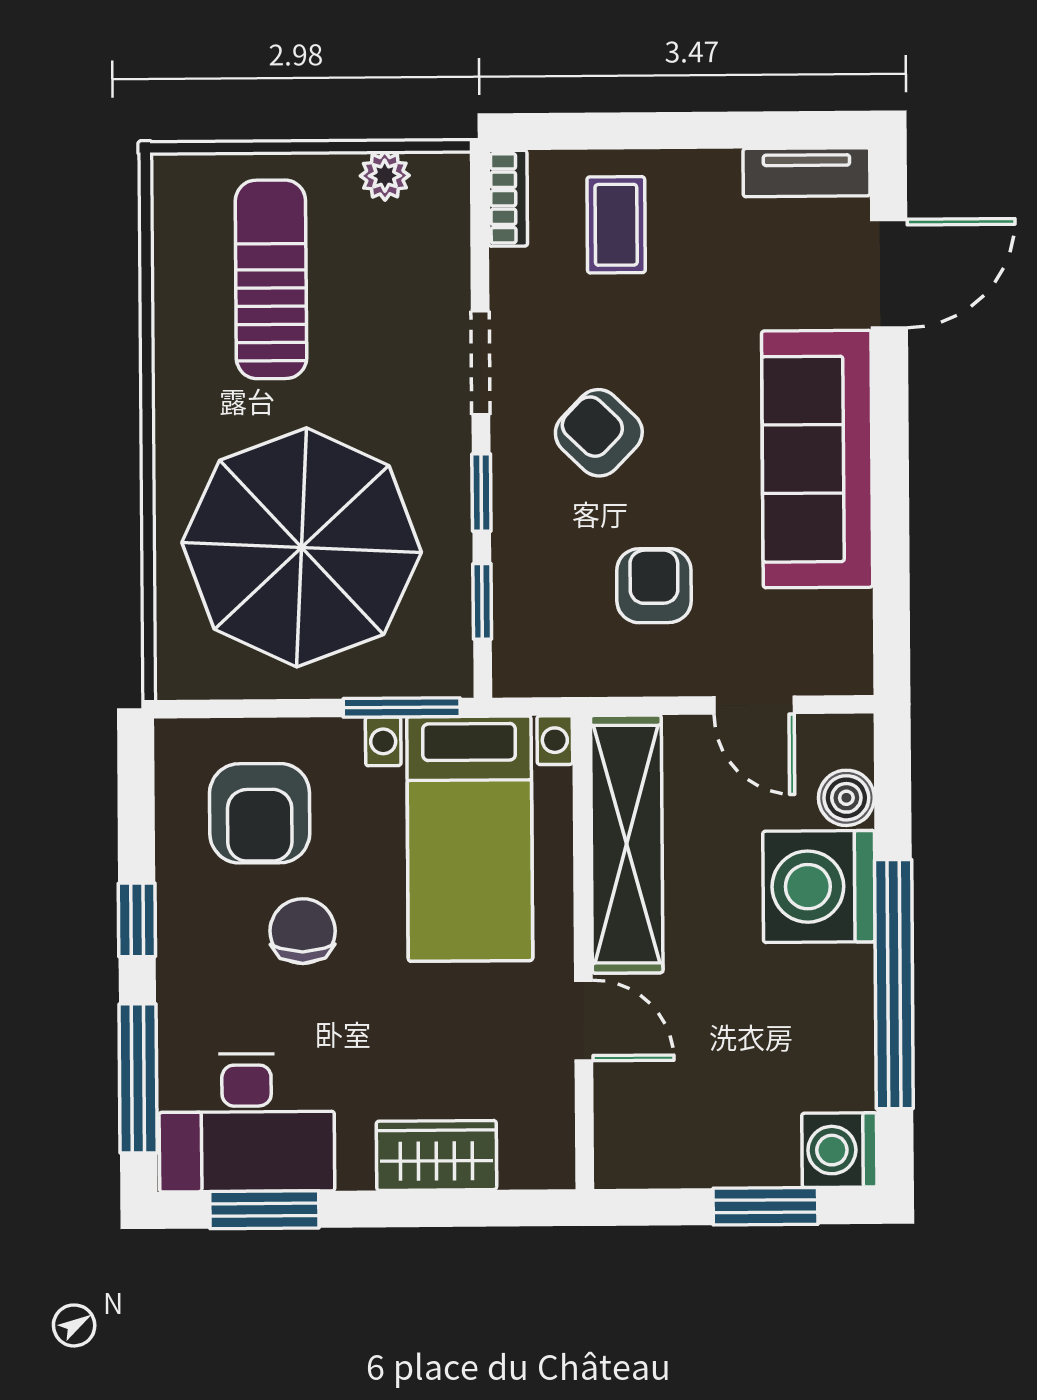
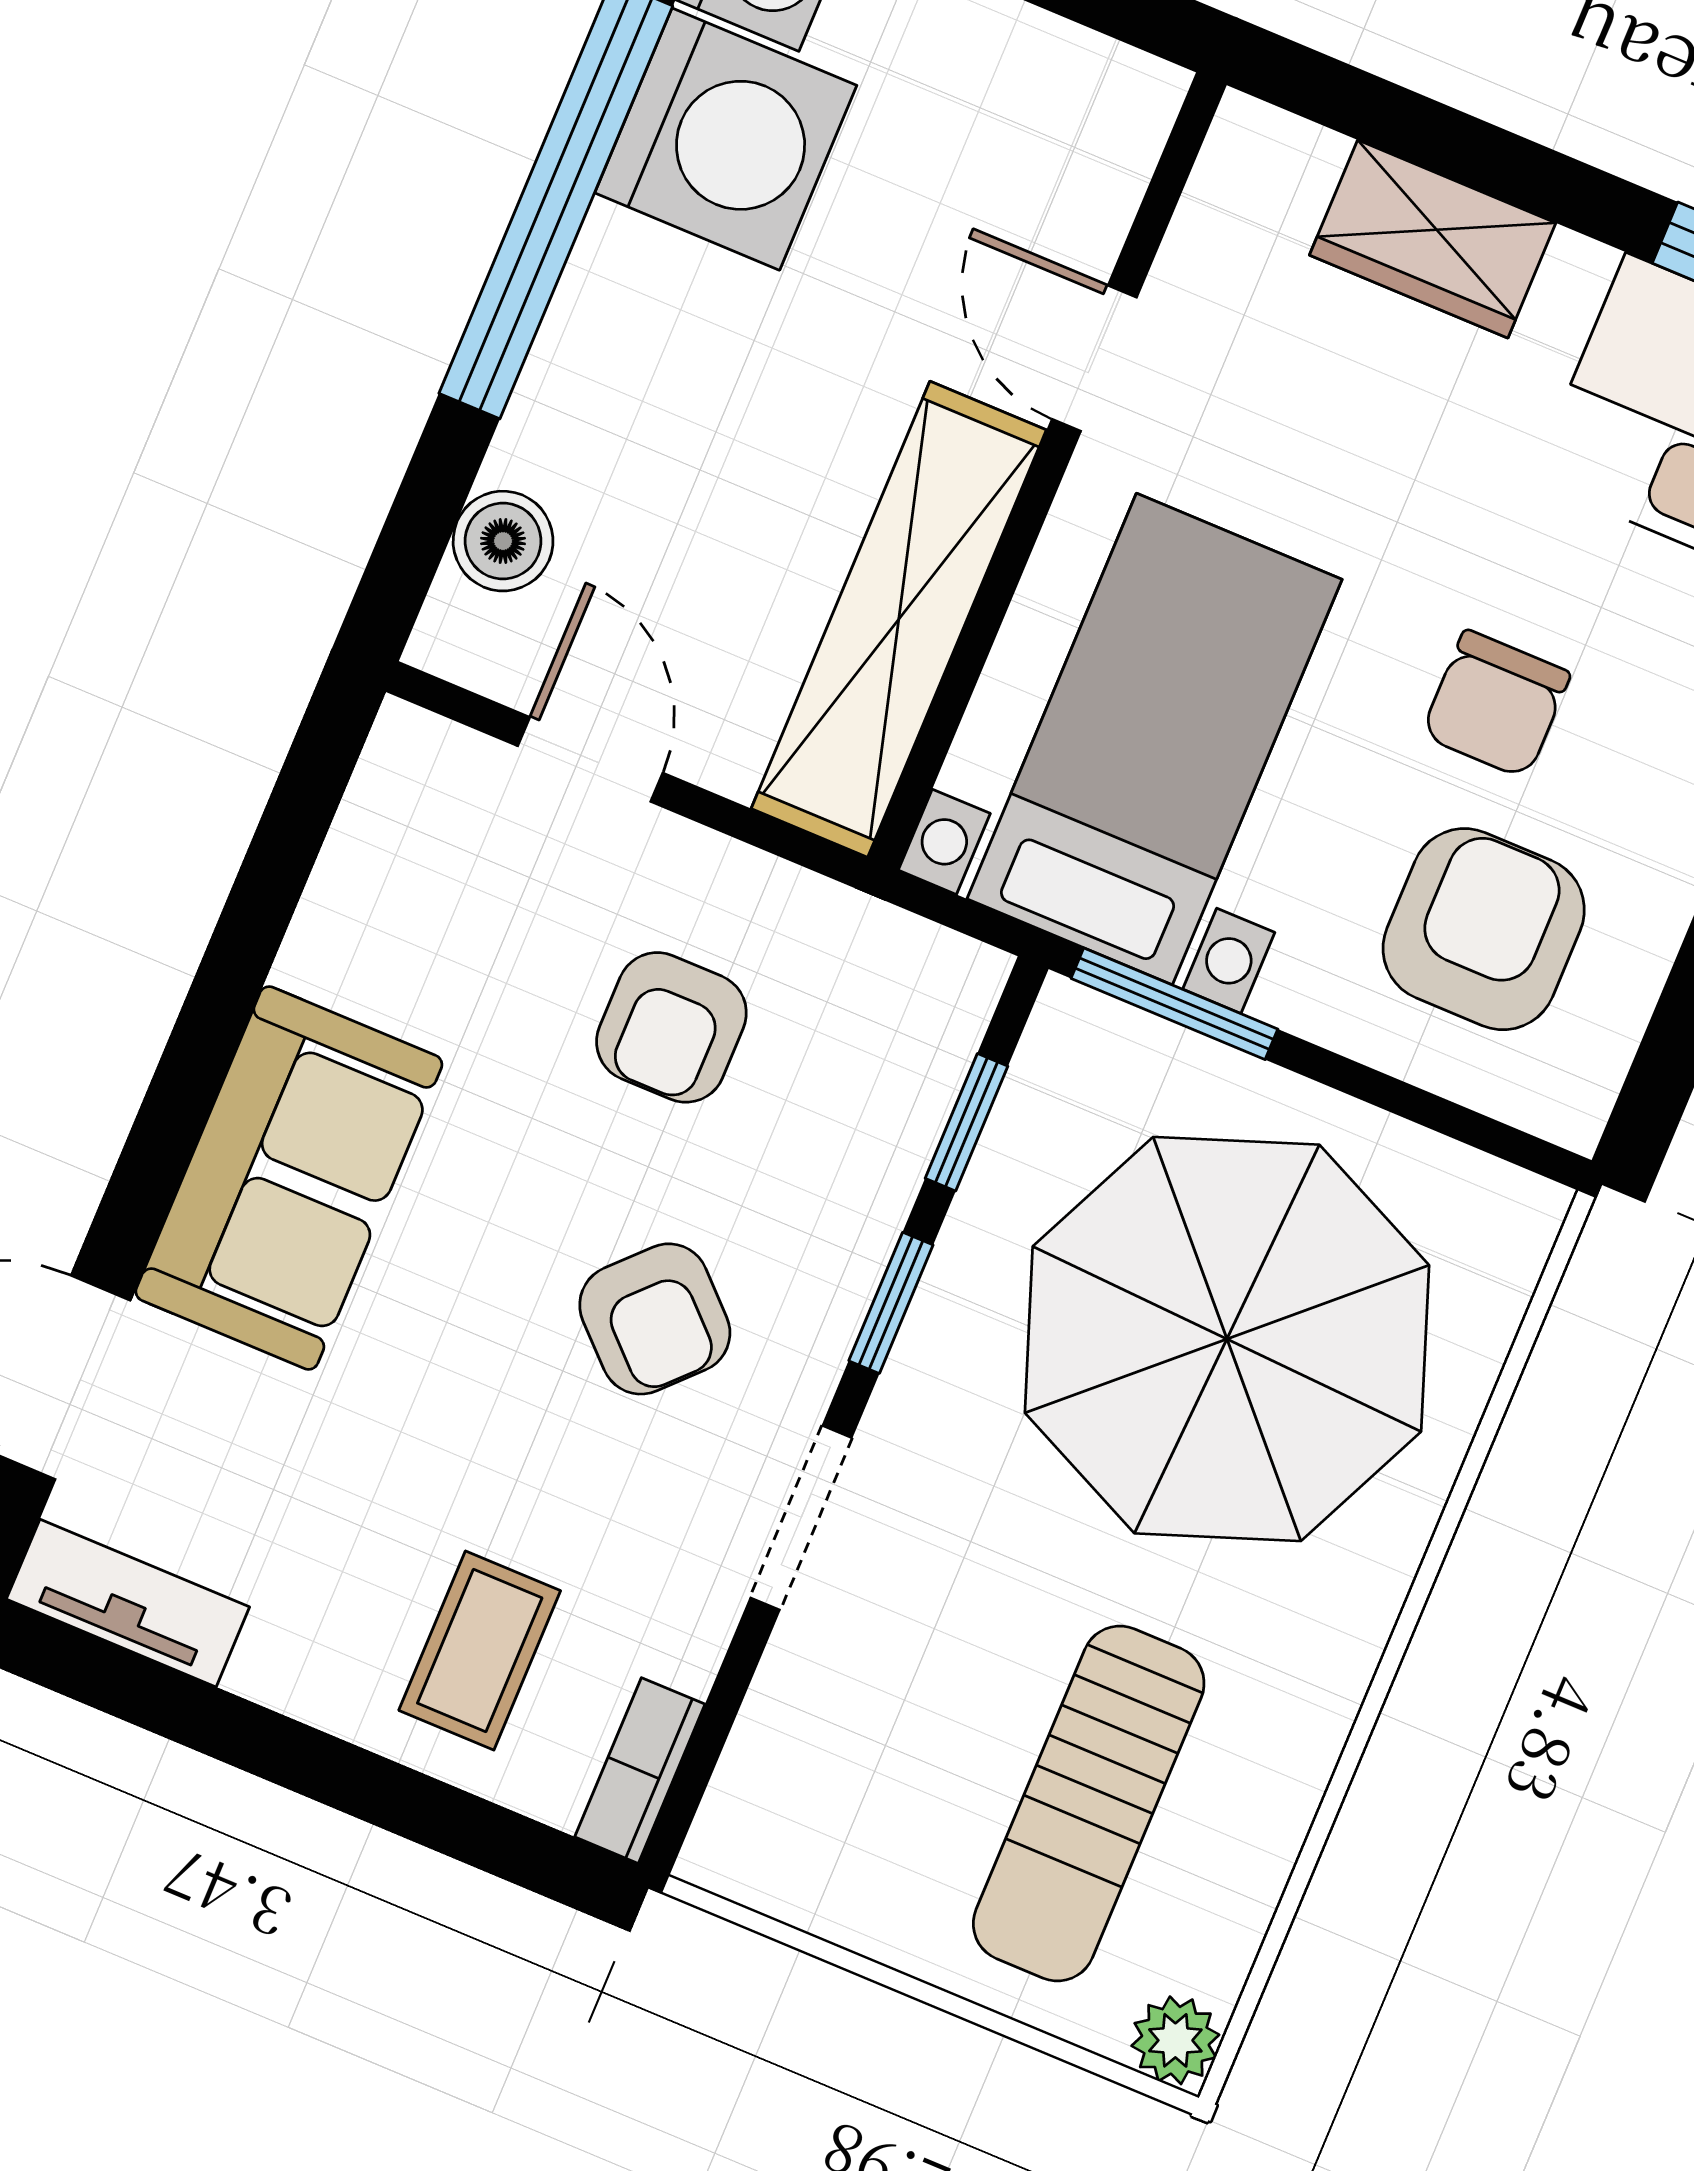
plant: (385, 176) -> (1175, 2040), moved
sofa: (817, 459) -> (289, 1178), width x0.73
washing machine: (819, 886) -> (726, 139), moved

